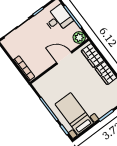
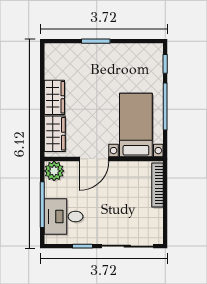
door: (64, 58) -> (94, 159), hinge flipped
bed with nightstands: (74, 114) -> (136, 125), moved, turned 180

